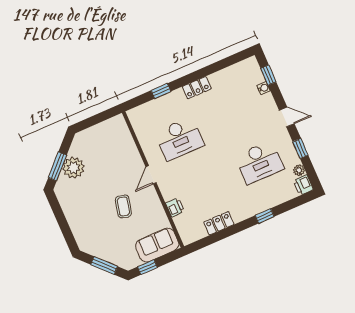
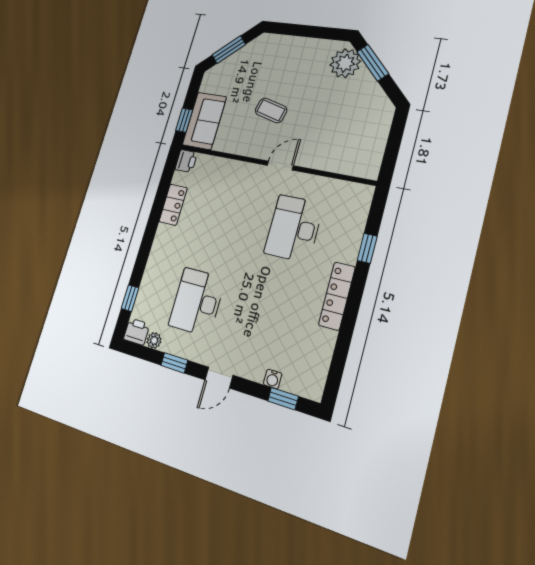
locker: (197, 88) -> (337, 296), width x1.53
plant: (73, 168) -> (345, 63), moved
door: (151, 175) -> (280, 166), hinge flipped
printer: (175, 207) -> (186, 161), moved, turned -90
window: (265, 216) -> (130, 298), moved
window: (148, 267) -> (184, 120), moved

